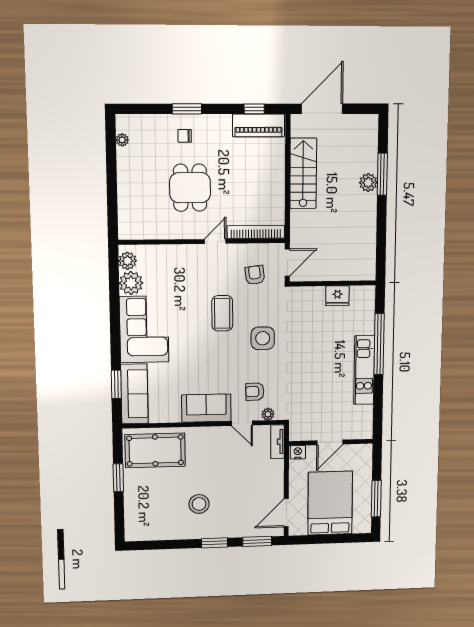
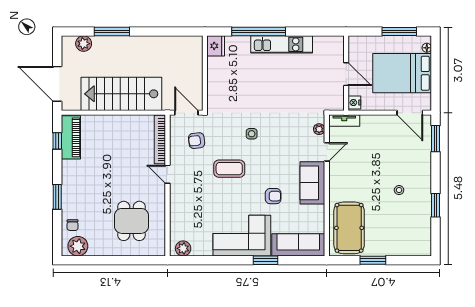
chair: (185, 136) -> (73, 225), moved
plant: (122, 140) -> (78, 246), width x1.88, depth x1.88
stairs: (303, 173) -> (121, 94), width x1.36, depth x1.51
plant: (368, 183) -> (84, 44), moved
dining table: (190, 188) -> (131, 221), moved, turned 90
plant: (131, 283) -> (202, 246), removed
fridge: (337, 296) -> (216, 46), moved
side table: (263, 338) -> (252, 134), width x0.54, depth x0.54
window: (116, 384) -> (266, 260), moved
armchair: (255, 392) -> (273, 196), moved, turned -89
stool: (199, 504) -> (399, 190), width x0.53, depth x0.53
floor lamp: (358, 529) -> (427, 48), added
window: (215, 543) -> (436, 205), moved

